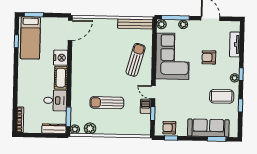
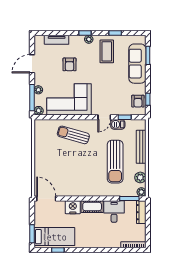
bench: (135, 24) -> (141, 147), moved
sun lounger: (107, 103) -> (115, 162), width x1.36, depth x1.34

